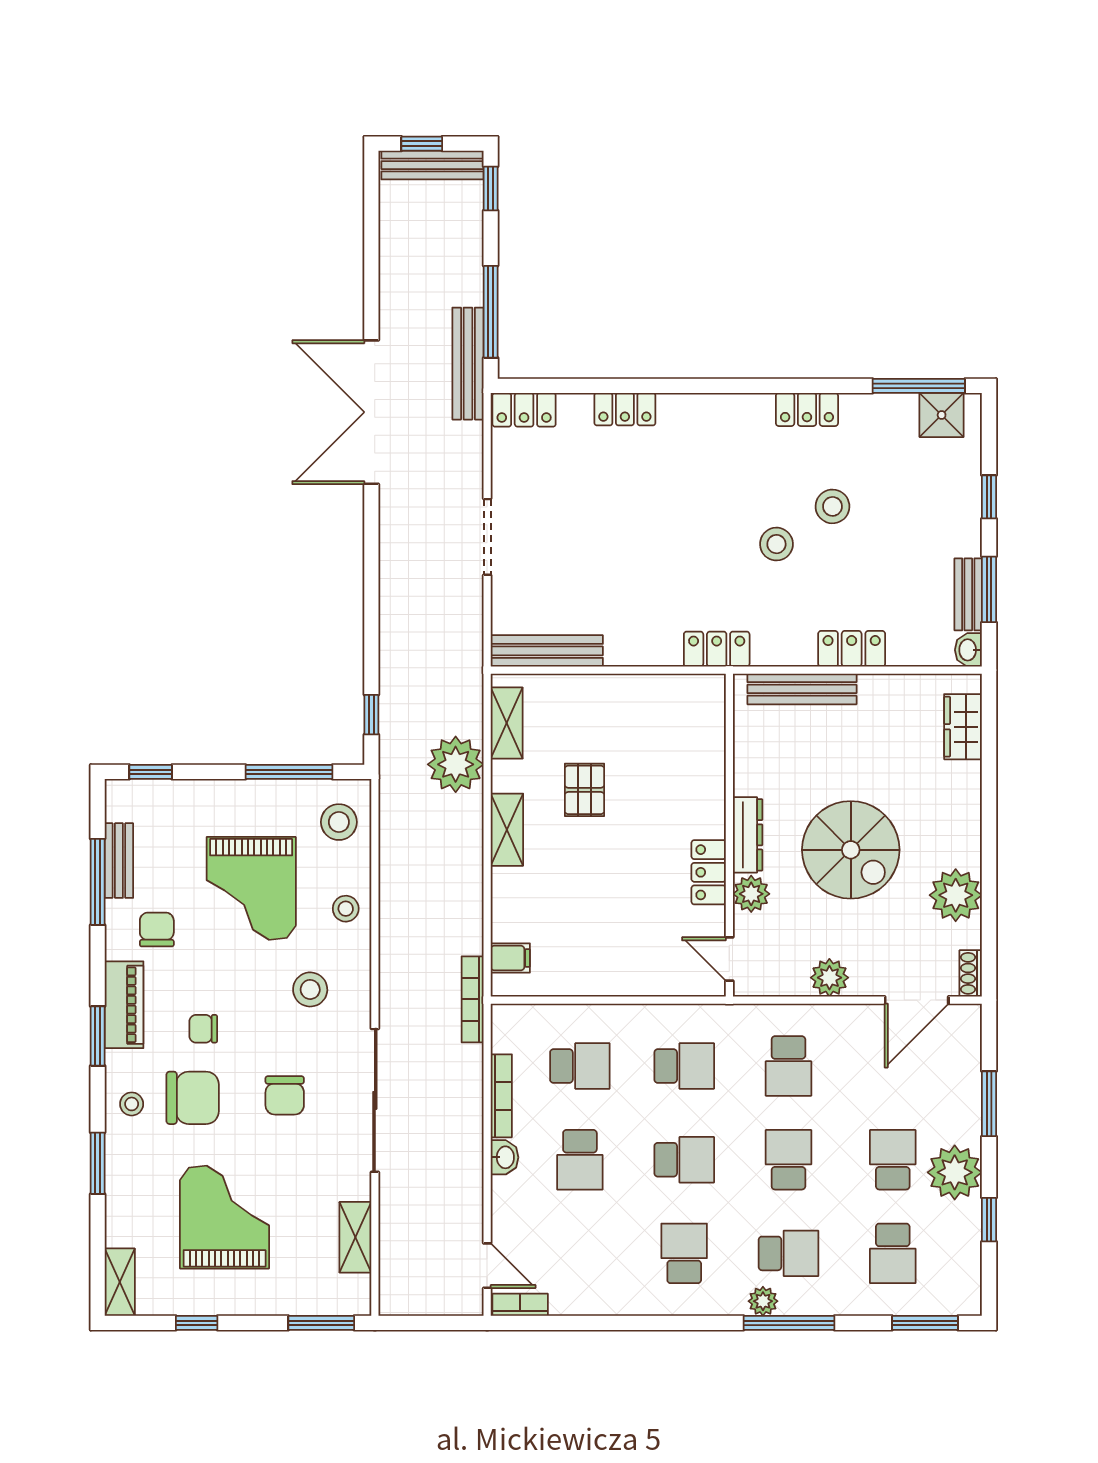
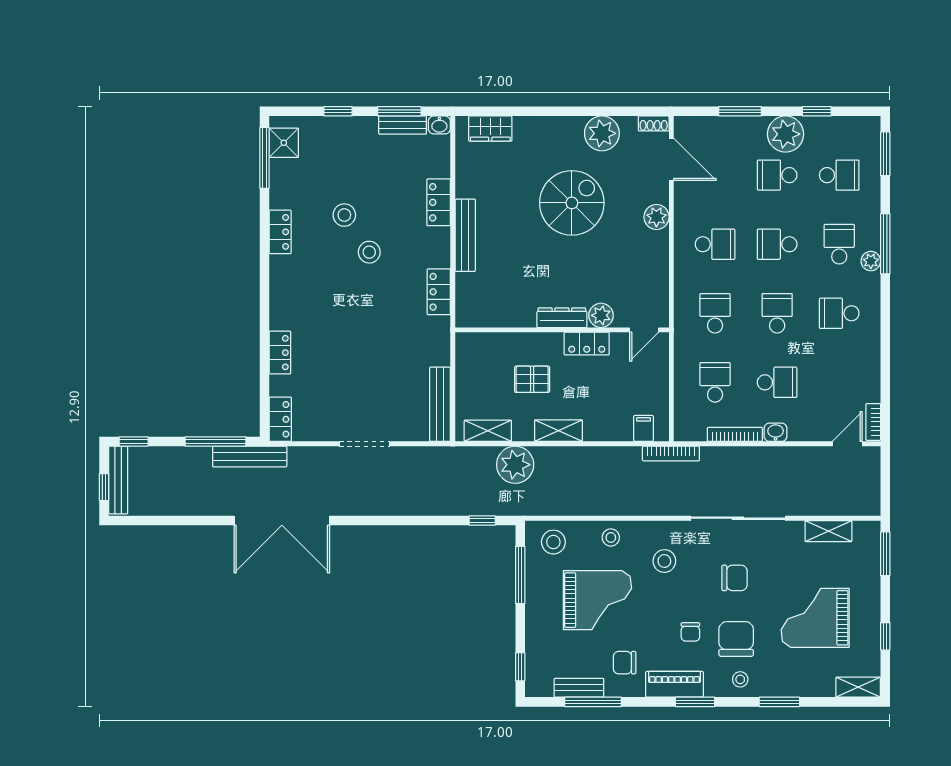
wall: (729, 835) -> (562, 330), moved
dresser: (748, 835) -> (562, 318), moved
locker: (709, 872) -> (587, 344), moved
plant: (751, 894) -> (601, 315), moved
door: (729, 959) -> (644, 330), moved

